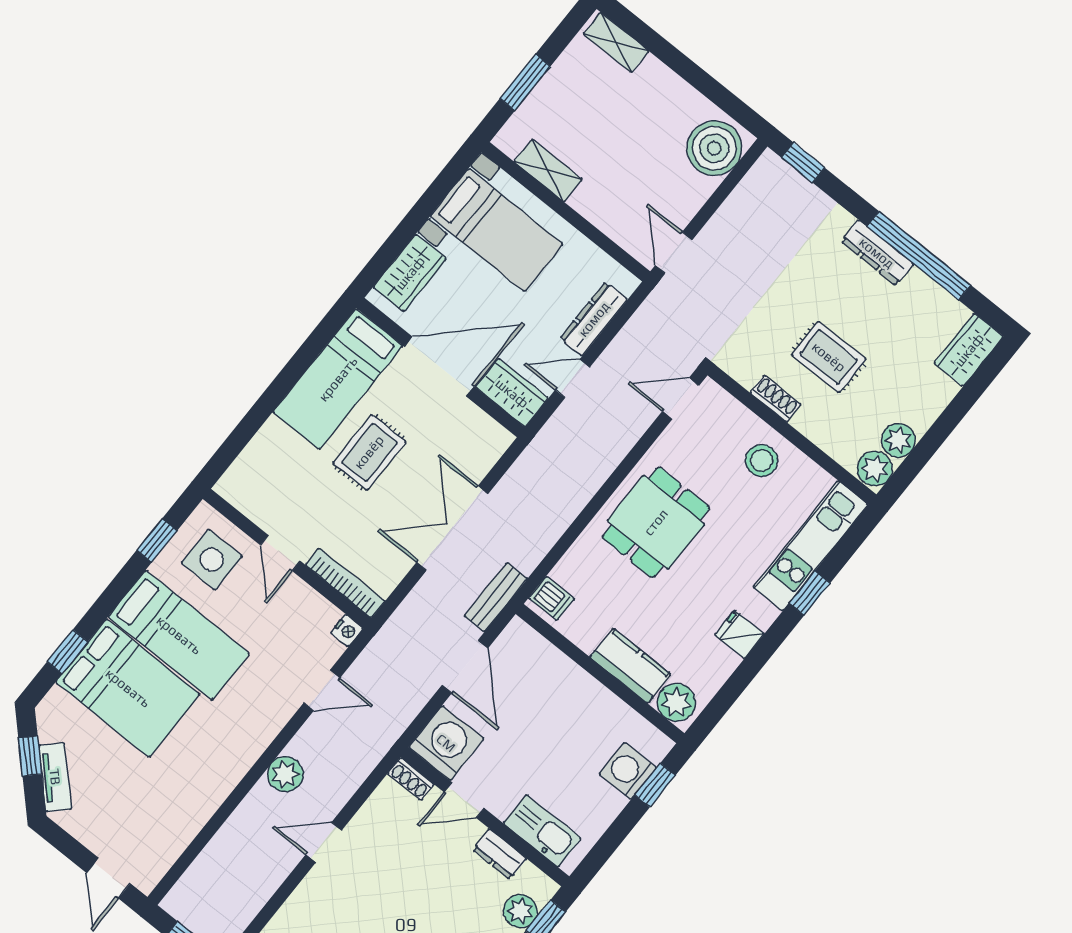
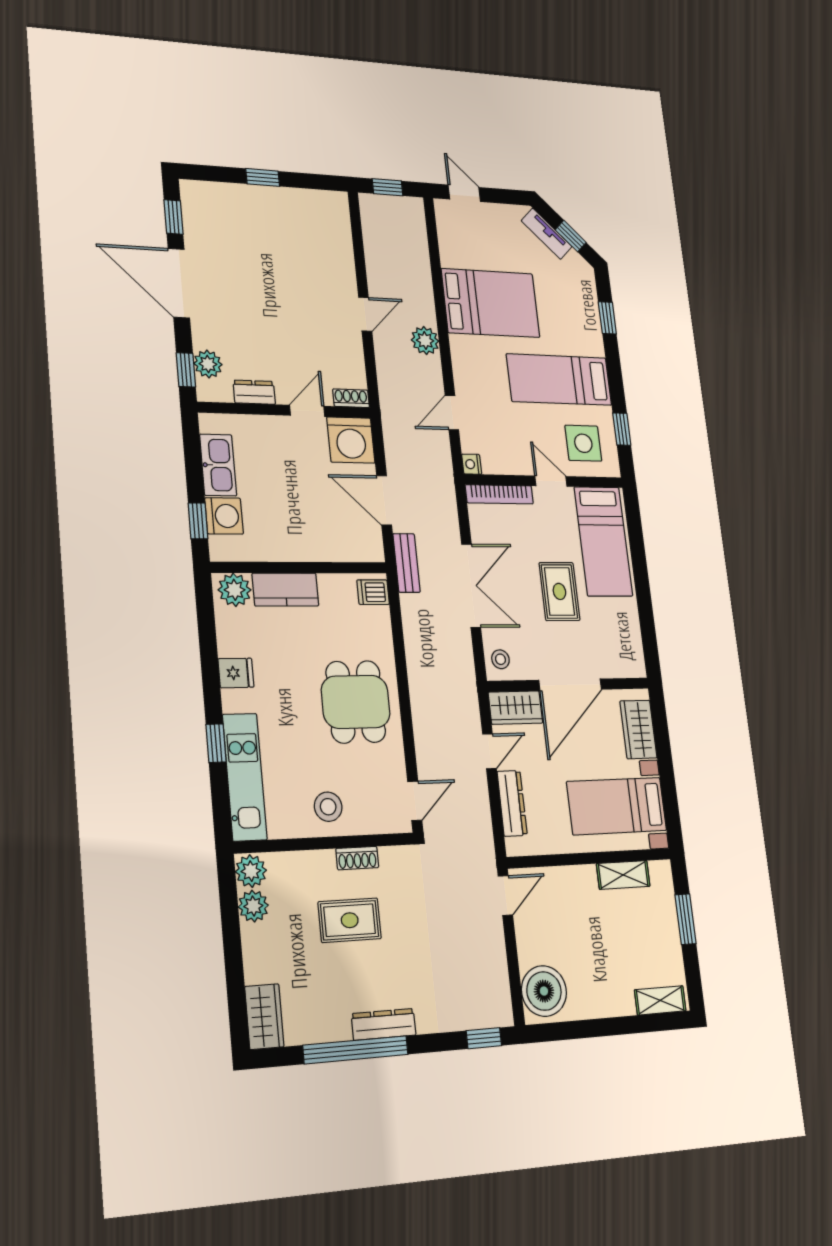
door: (674, 253) -> (505, 896), hinge flipped
bed: (338, 379) -> (603, 541), moved, turned 180
stool: (486, 444) -> (500, 659), added
bed: (128, 688) -> (491, 303), moved, turned 180
kitchen sink: (542, 831) -> (218, 465), moved, turned -90

